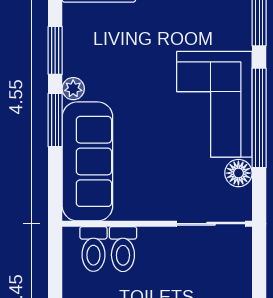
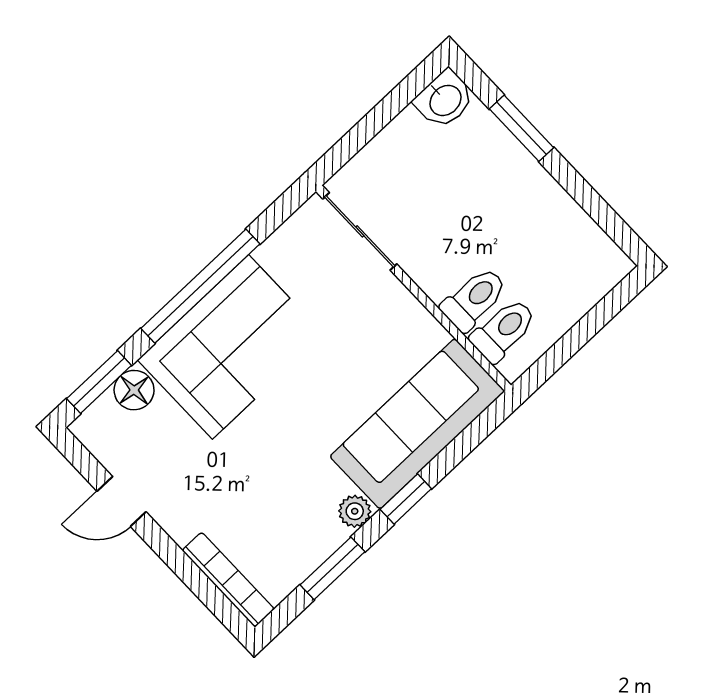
window: (55, 120) -> (406, 499), width x0.67
floor lamp: (238, 173) -> (134, 390), moved

